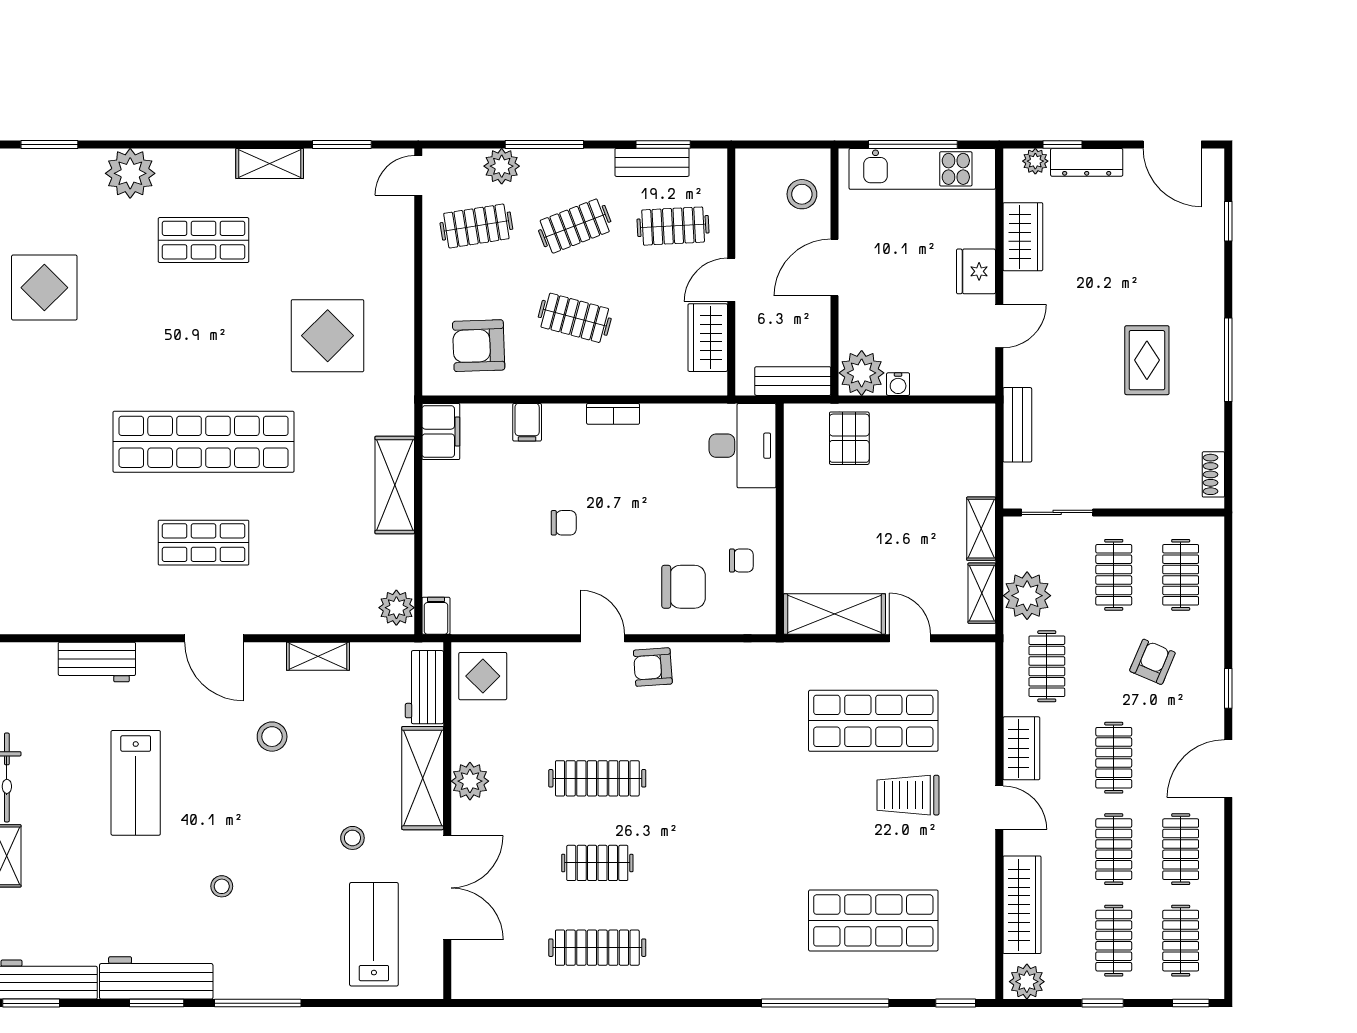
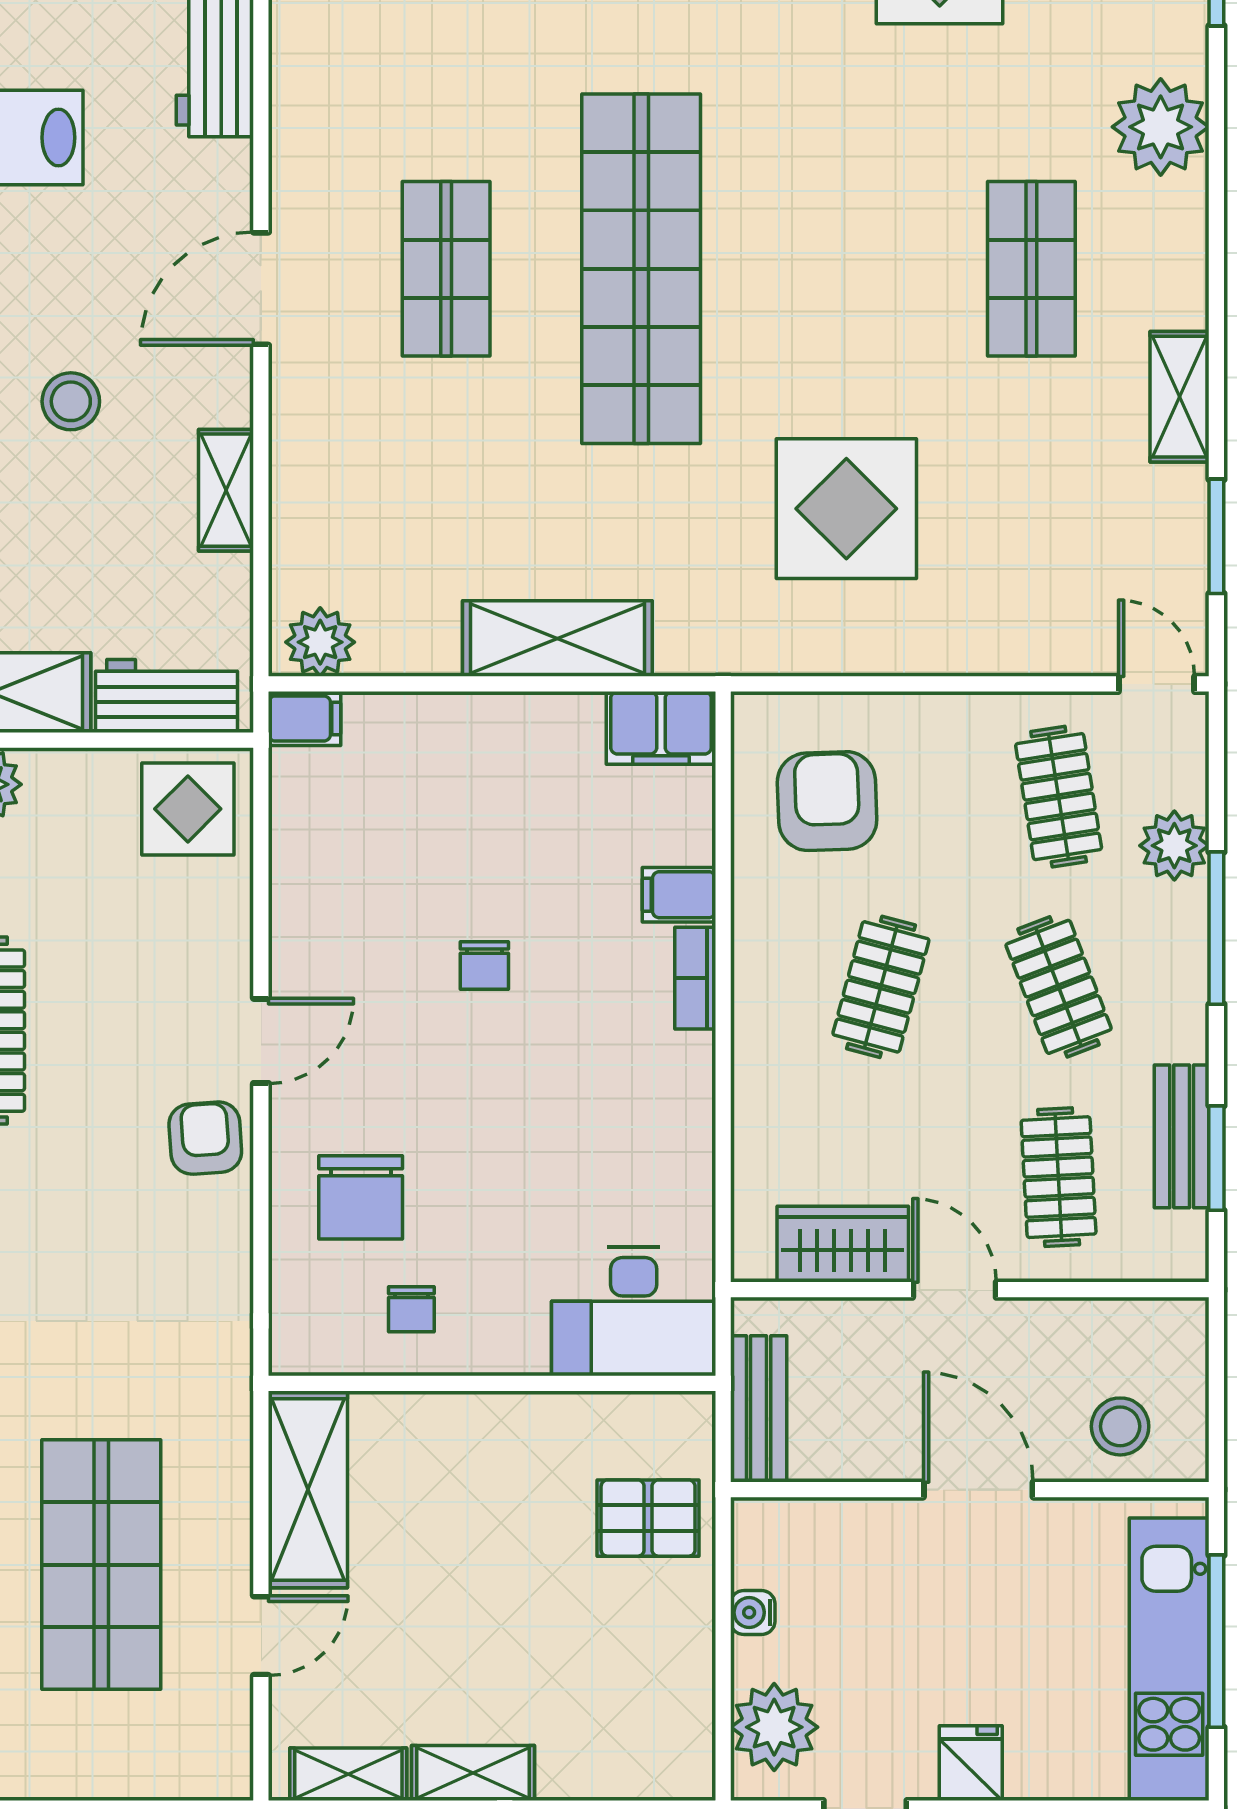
fridge: (976, 271) -> (971, 1763), width x0.72
plant: (862, 373) -> (774, 1727), moved
bookcase: (613, 414) -> (695, 978), moved

